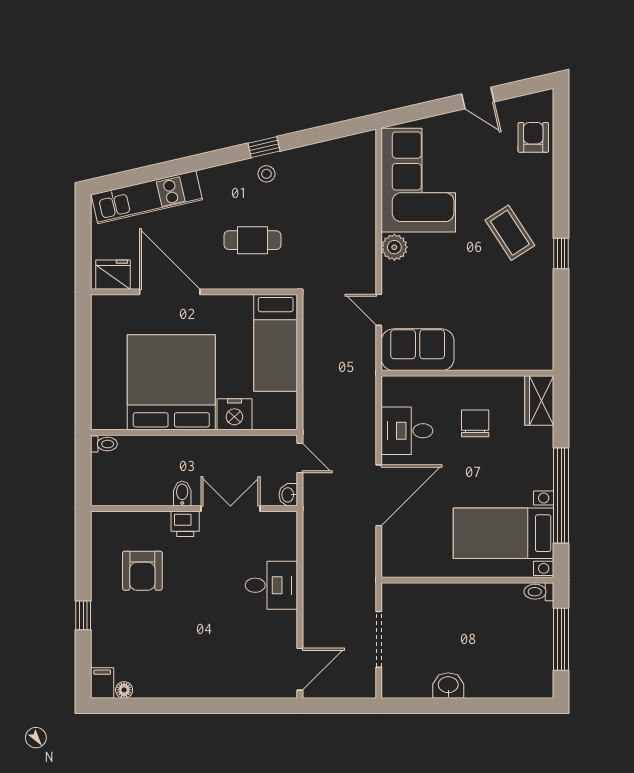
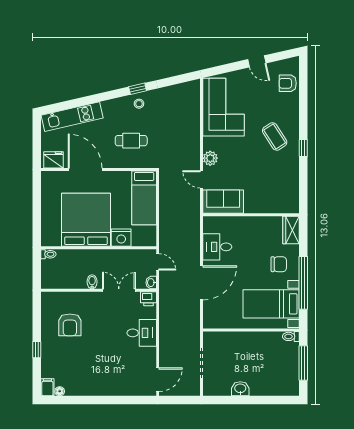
armchair: (533, 137) -> (288, 83), turned -90
plant: (394, 247) -> (210, 158), moved
chair: (475, 423) -> (279, 264), moved, turned 90
printer: (185, 524) -> (148, 299), moved

